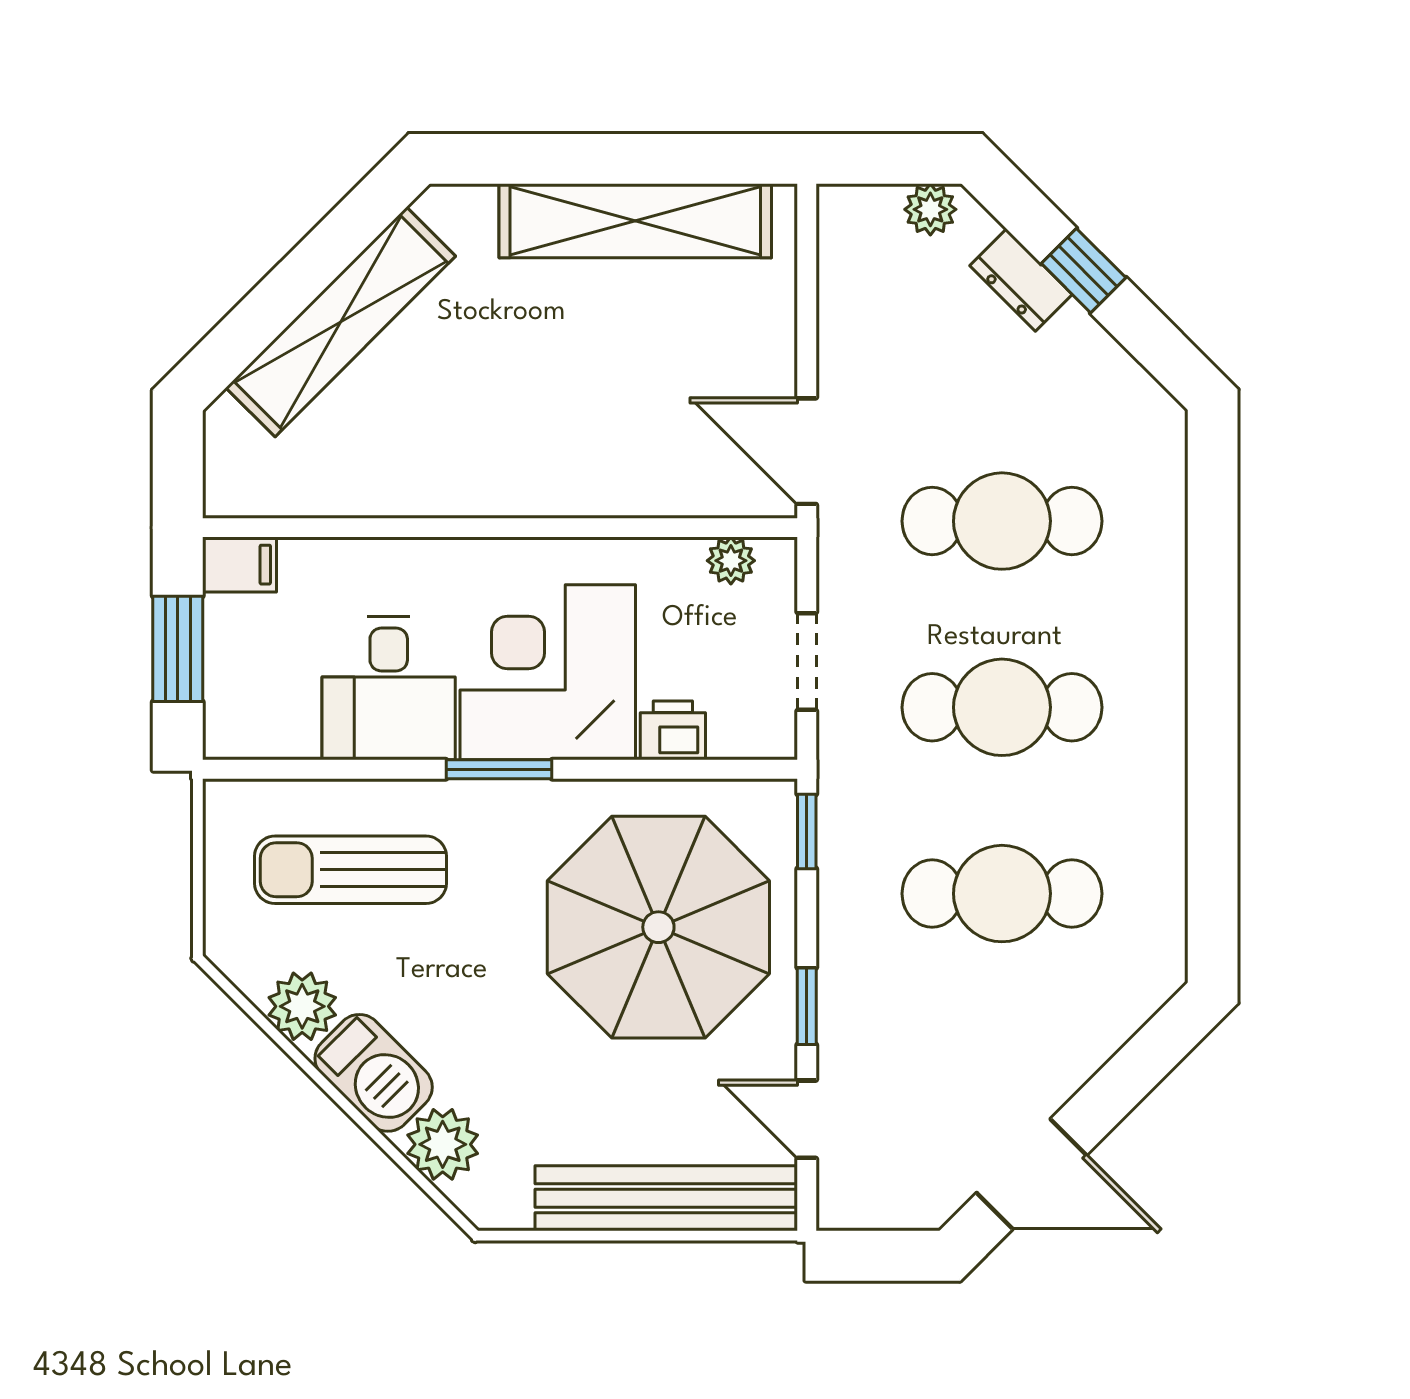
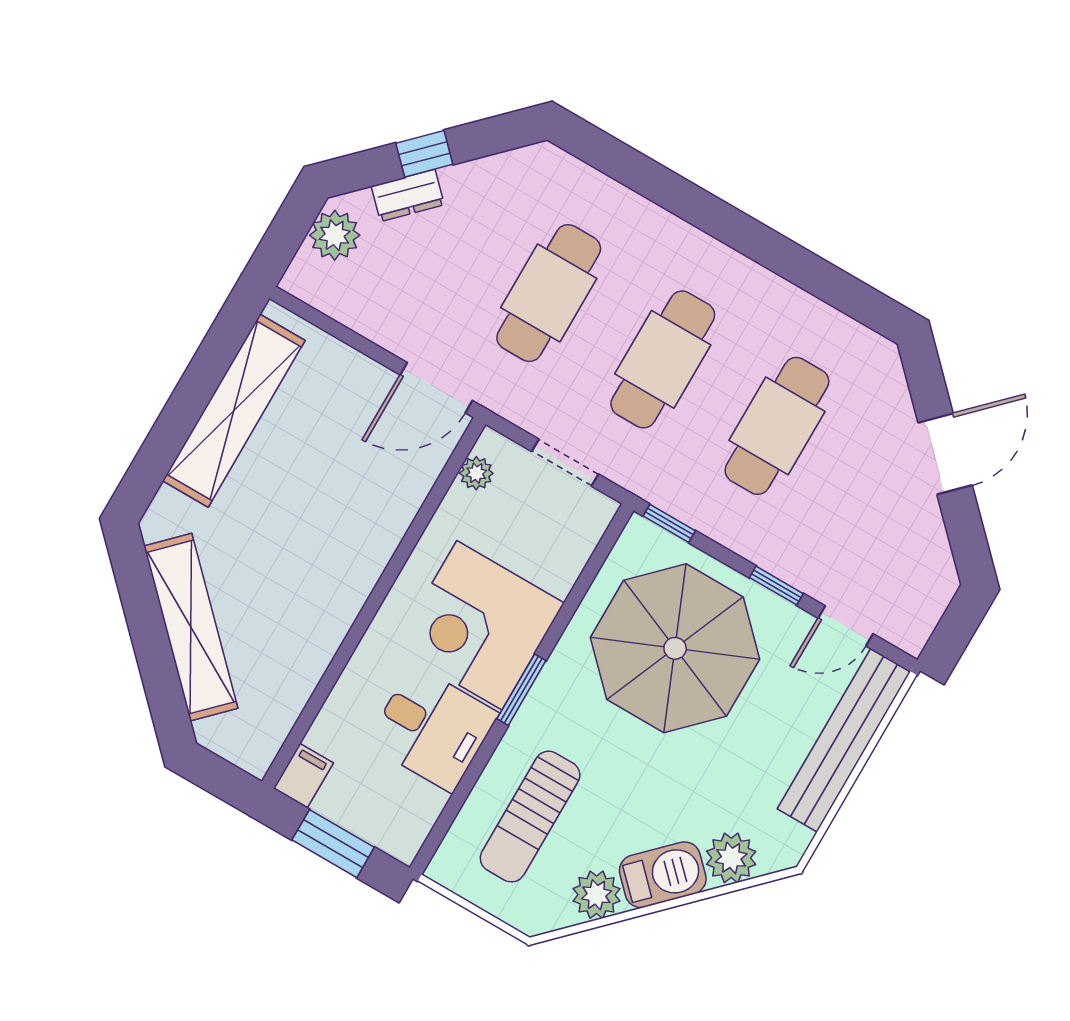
plant: (930, 209) -> (335, 235), width x1.38, depth x1.38
printer: (673, 730) -> (560, 569), removed
door: (1032, 1174) -> (945, 454), moved

